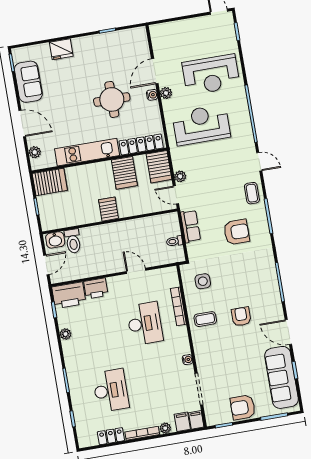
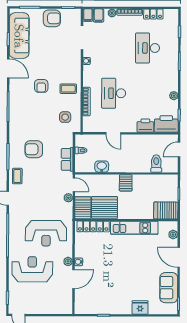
round table: (112, 99) -> (109, 264), removed
server rack: (124, 173) -> (104, 208), width x1.60
washbasin: (55, 240) -> (102, 167), moved

